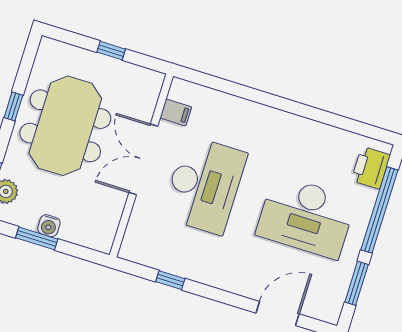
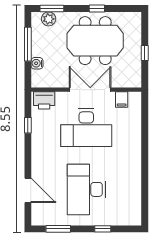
printer: (371, 168) -> (44, 100), moved, turned 180
window: (379, 210) -> (103, 229), width x0.32
water cooler: (49, 226) -> (37, 63), moved
window: (37, 238) -> (28, 44), width x1.44

